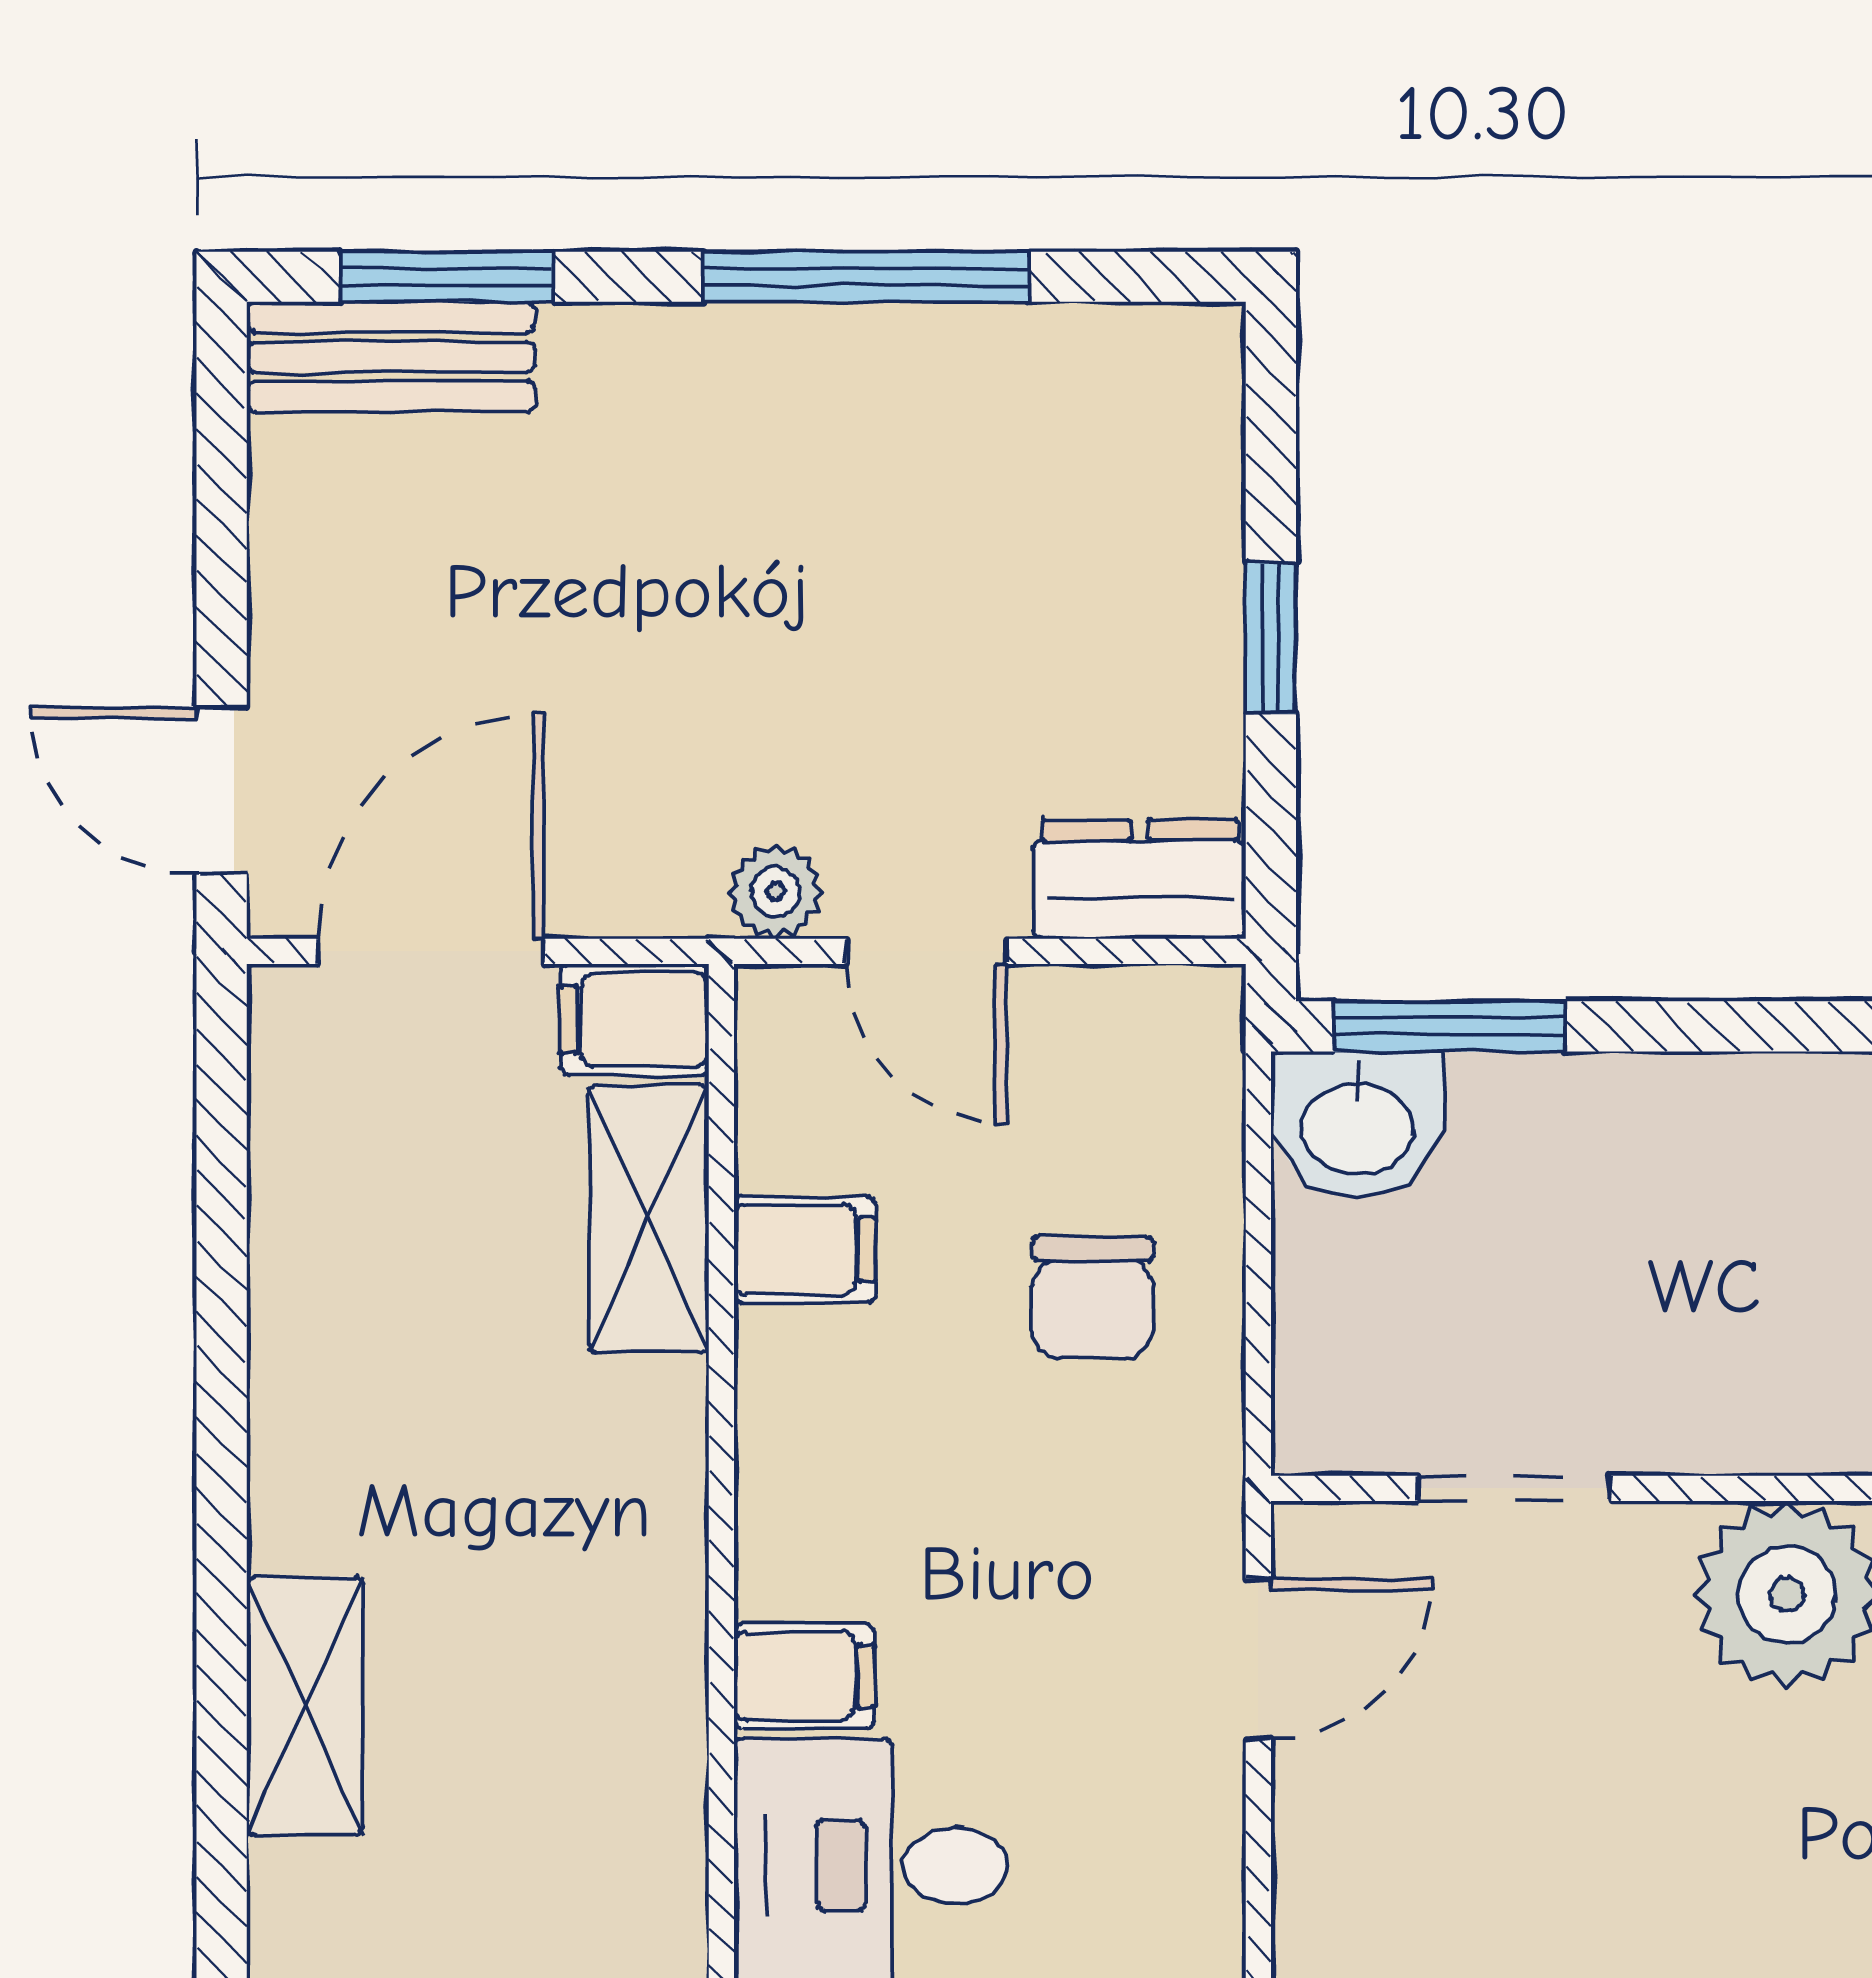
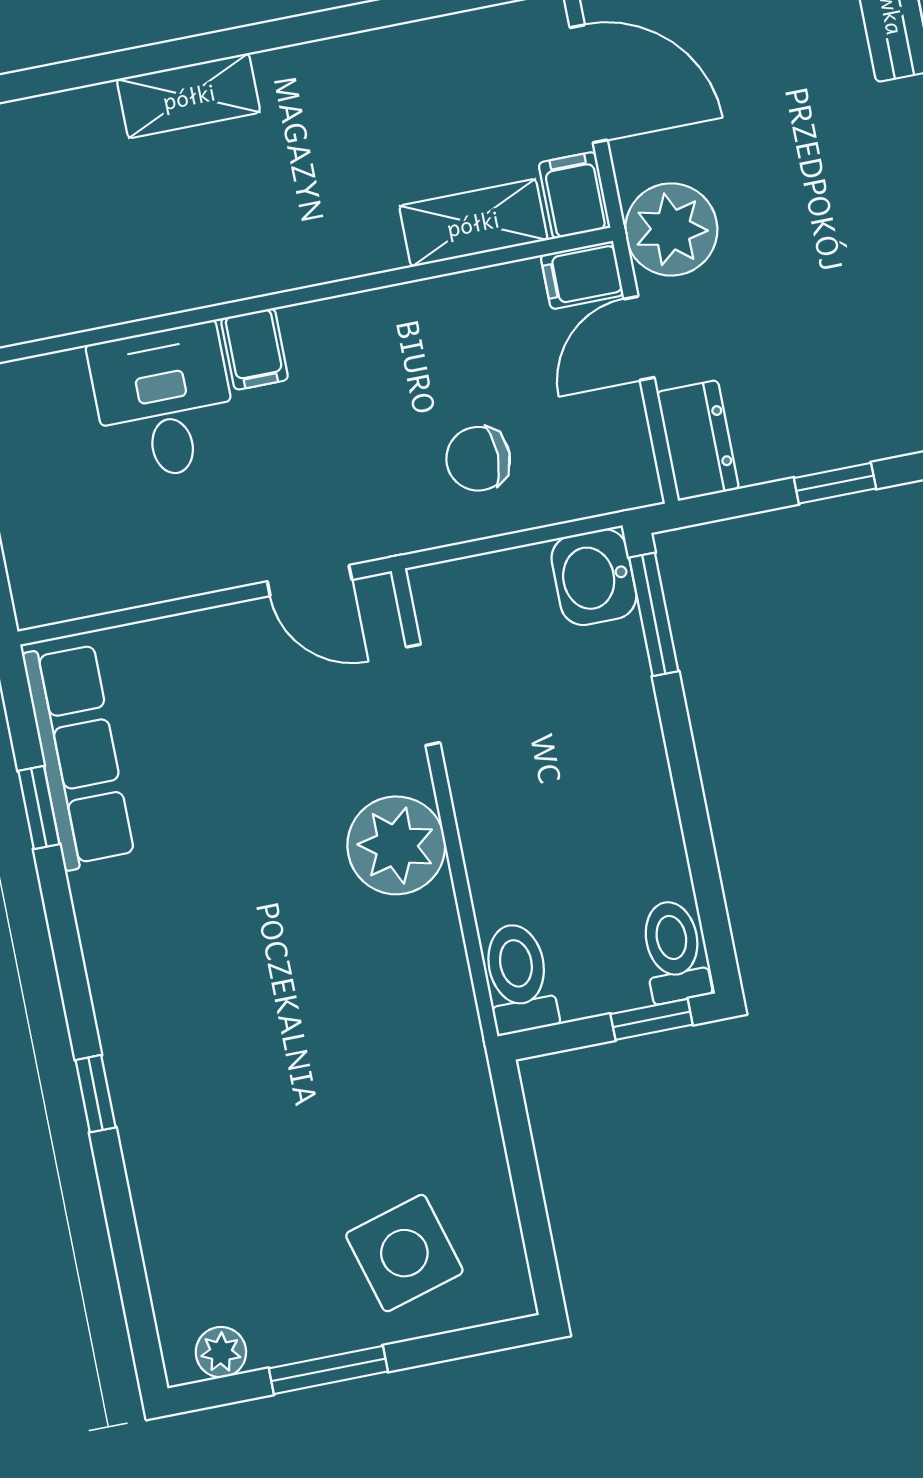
plant: (776, 892) -> (671, 229), width x1.88, depth x1.88
filing cabinet: (805, 1250) -> (582, 275), moved, turned 90

